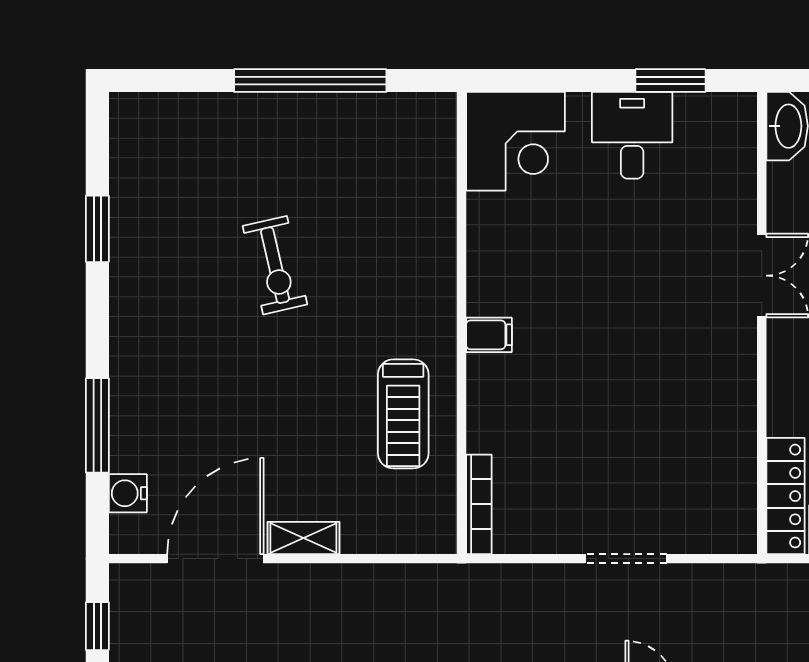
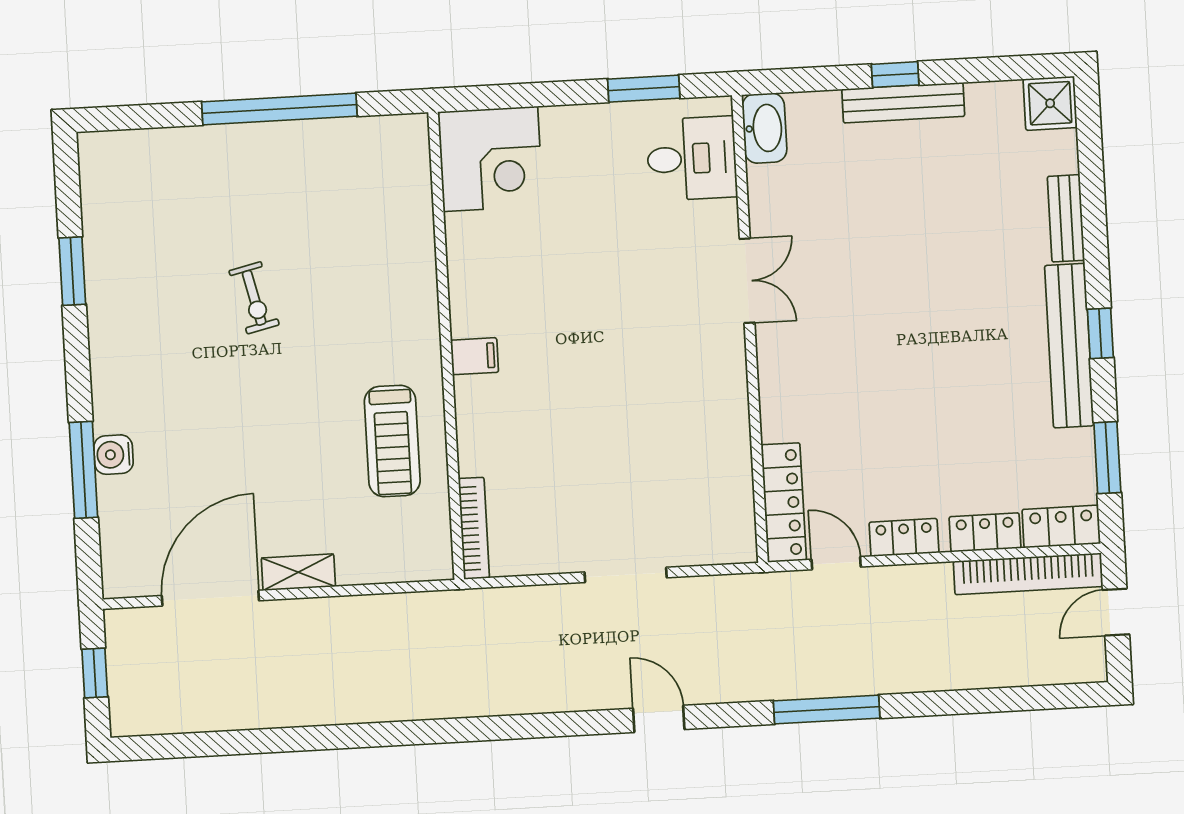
desk: (632, 135) -> (692, 159), moved, turned 90
exercise bike: (275, 265) -> (254, 298), width x0.73, depth x0.72
water cooler: (128, 493) -> (113, 455), moved

